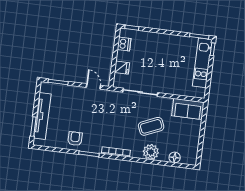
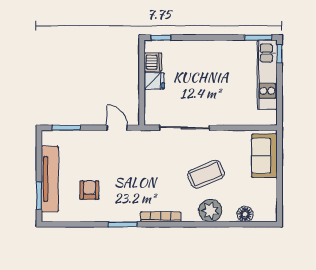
fridge: (122, 68) -> (154, 81), moved
sofa: (188, 109) -> (264, 156), moved, turned 90
armchair: (75, 139) -> (89, 190), moved

